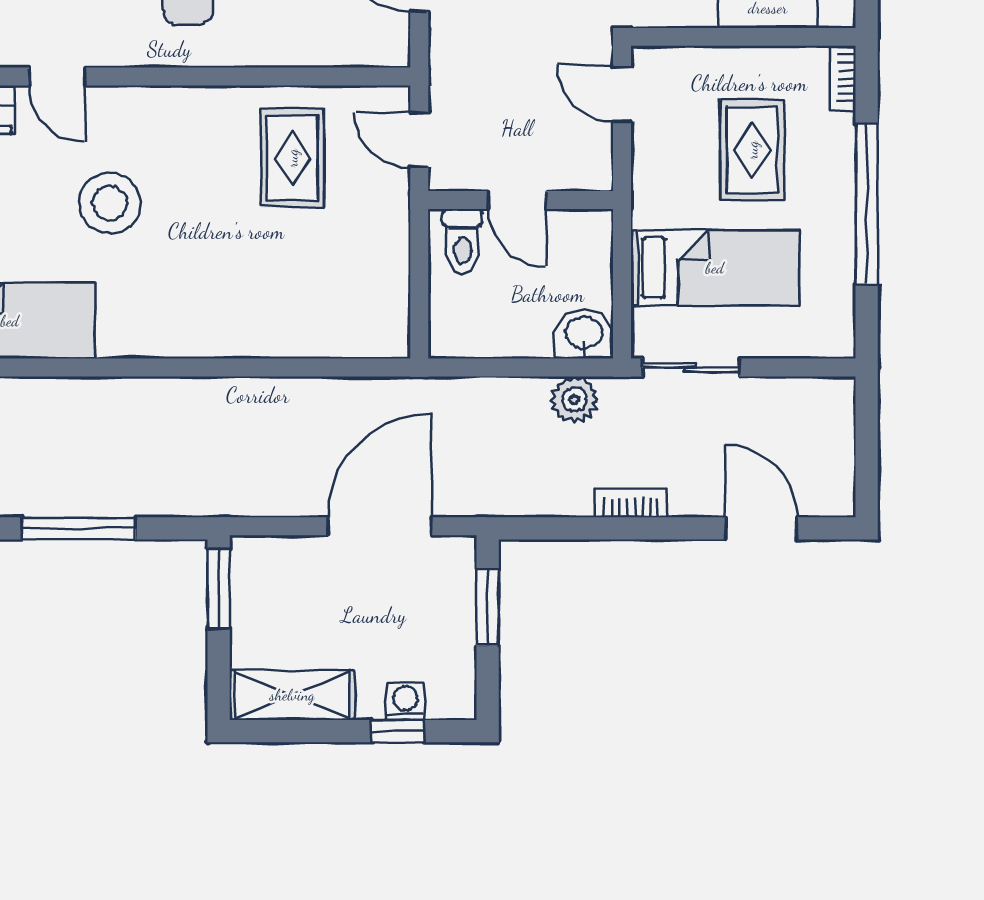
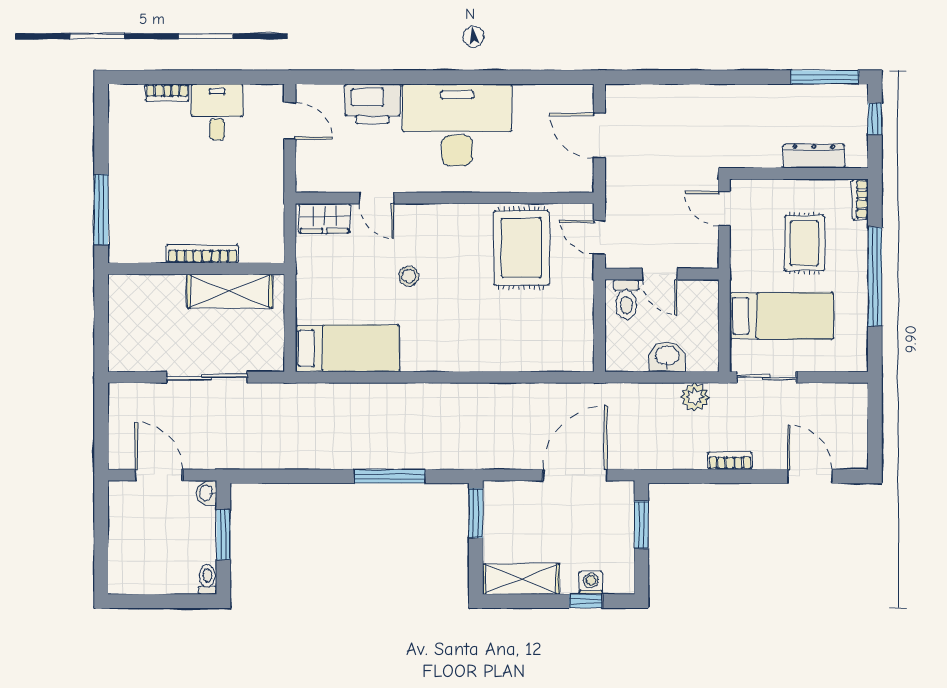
rug: (292, 158) -> (521, 248), width x1.36, depth x1.43
stool: (110, 203) -> (409, 276), width x0.53, depth x0.53
washbasin: (584, 334) -> (667, 357), moved

